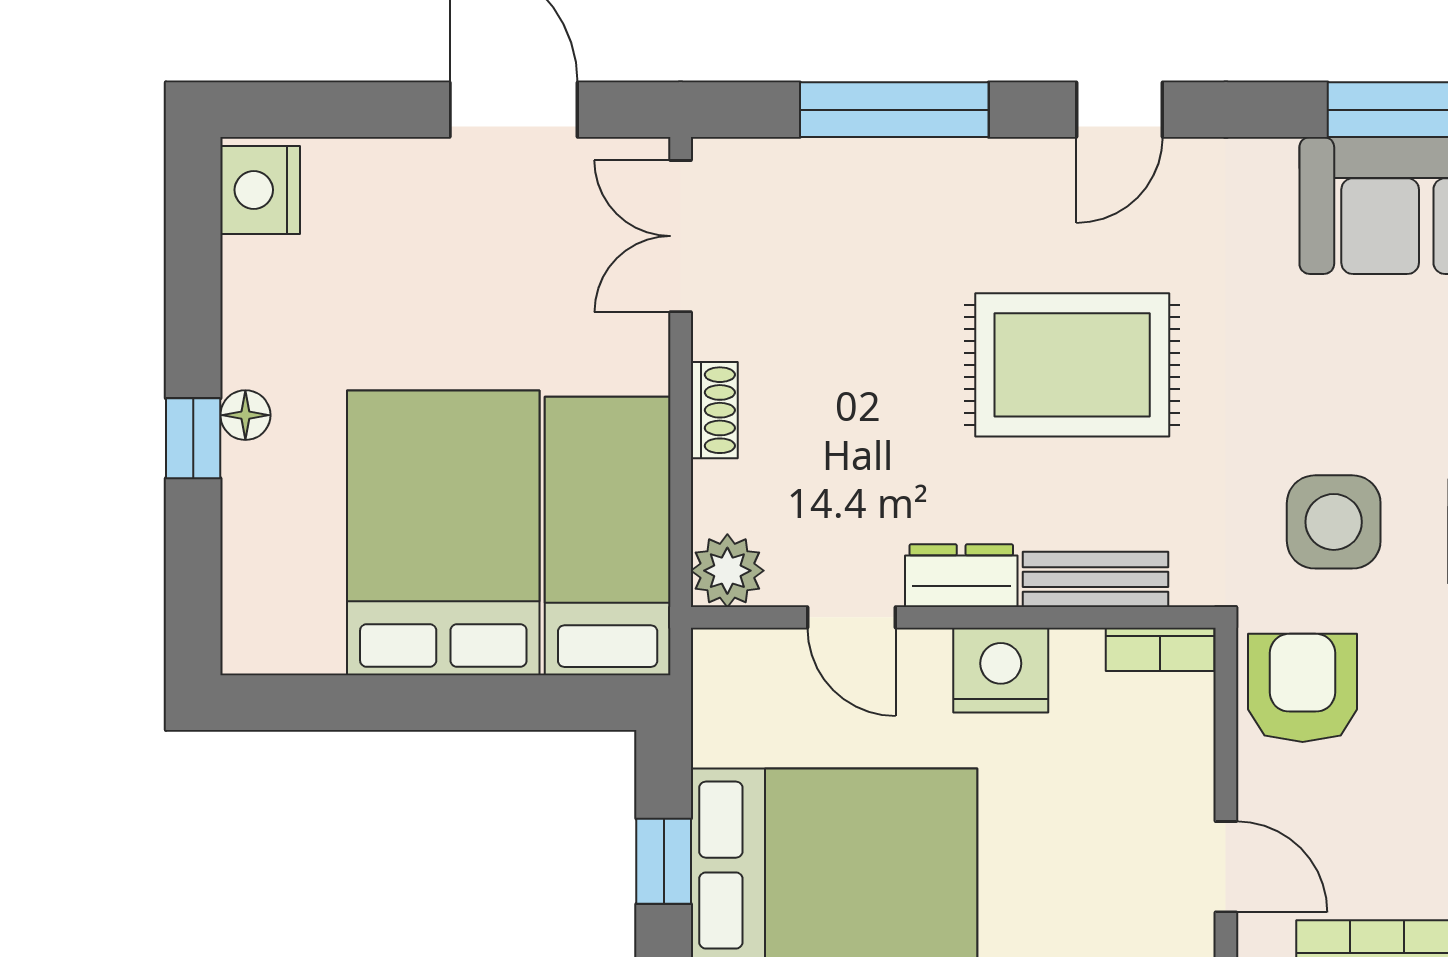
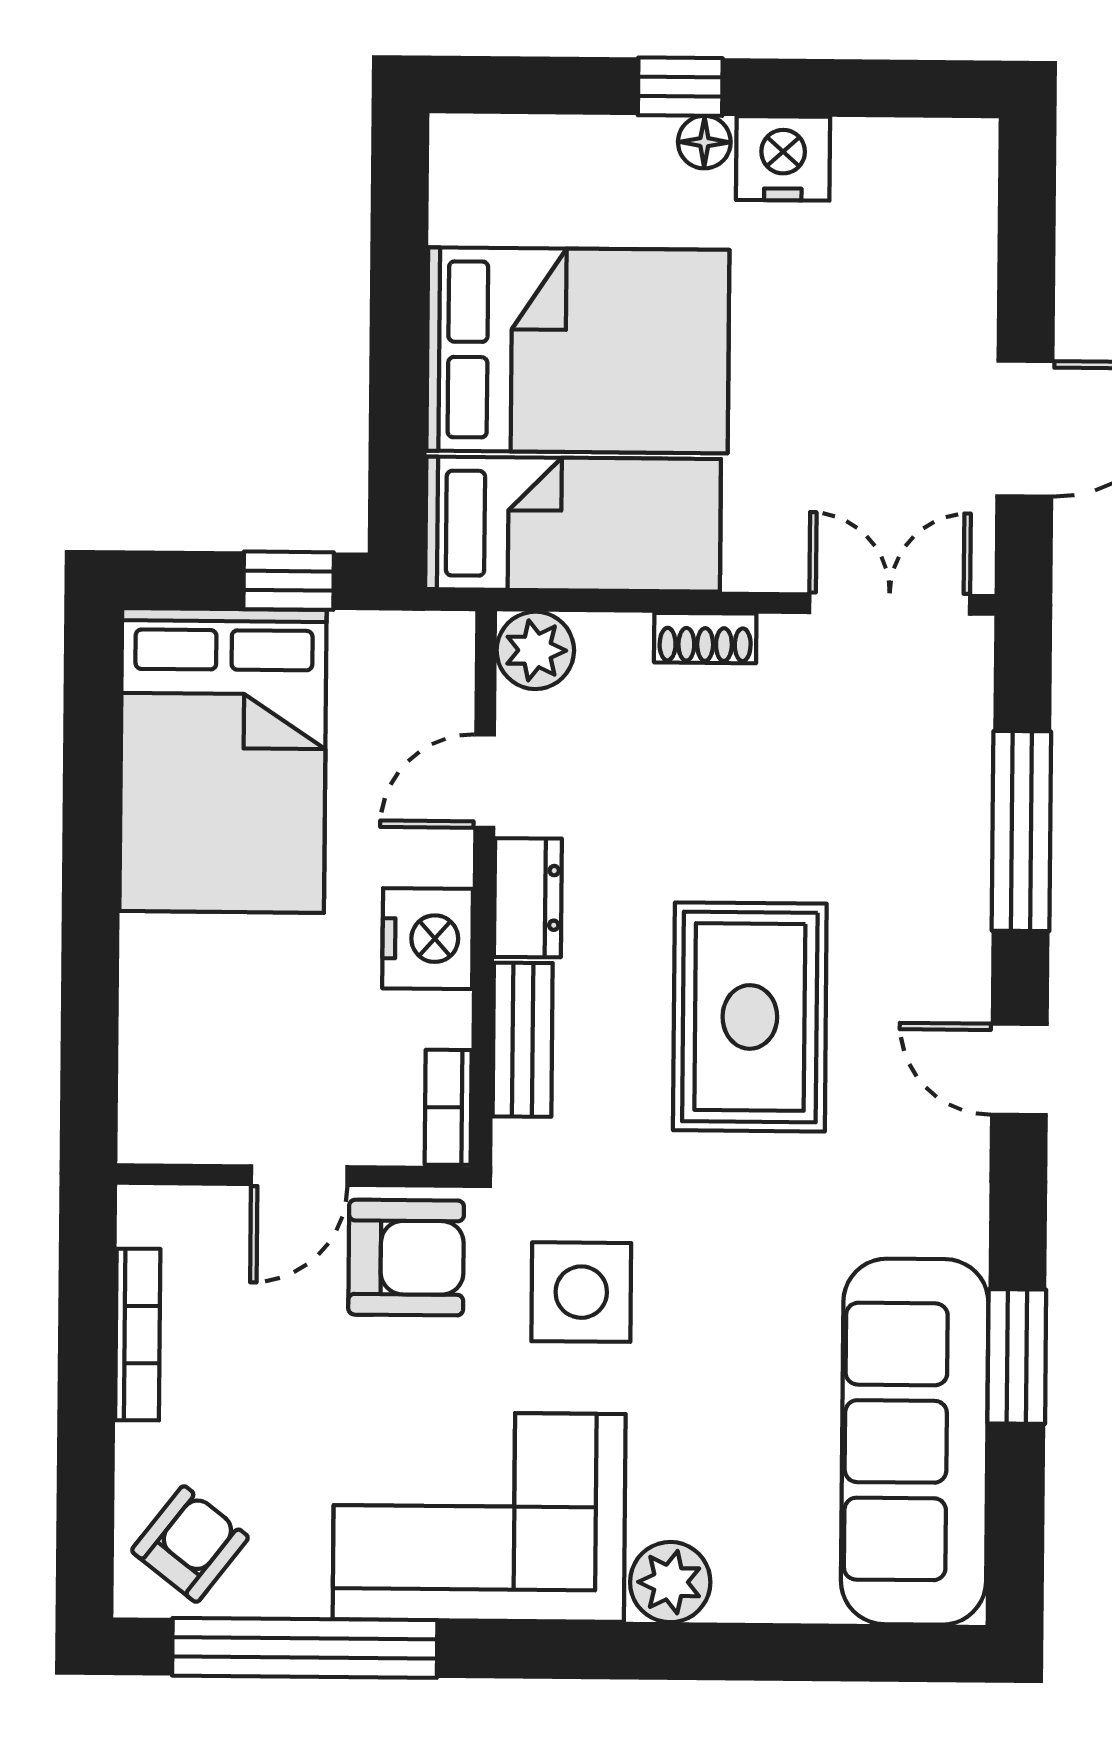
nightstand: (260, 190) -> (783, 158), moved
window: (664, 861) -> (289, 581), moved
door: (1226, 867) -> (299, 1176), moved

